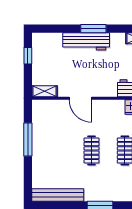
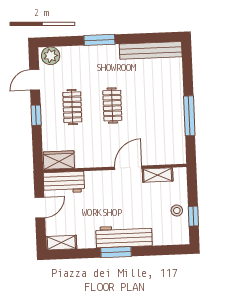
stool: (41, 61) -> (177, 211), added
shelving: (44, 91) -> (158, 175), moved
door: (80, 98) -> (128, 168), hinge flipped

